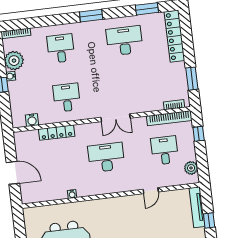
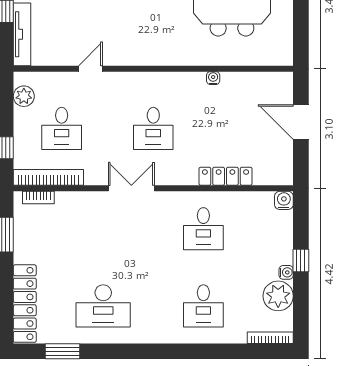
window: (91, 16) -> (150, 351), removed
water cooler: (32, 120) -> (284, 200), moved
desk: (106, 157) -> (153, 128), width x0.73

